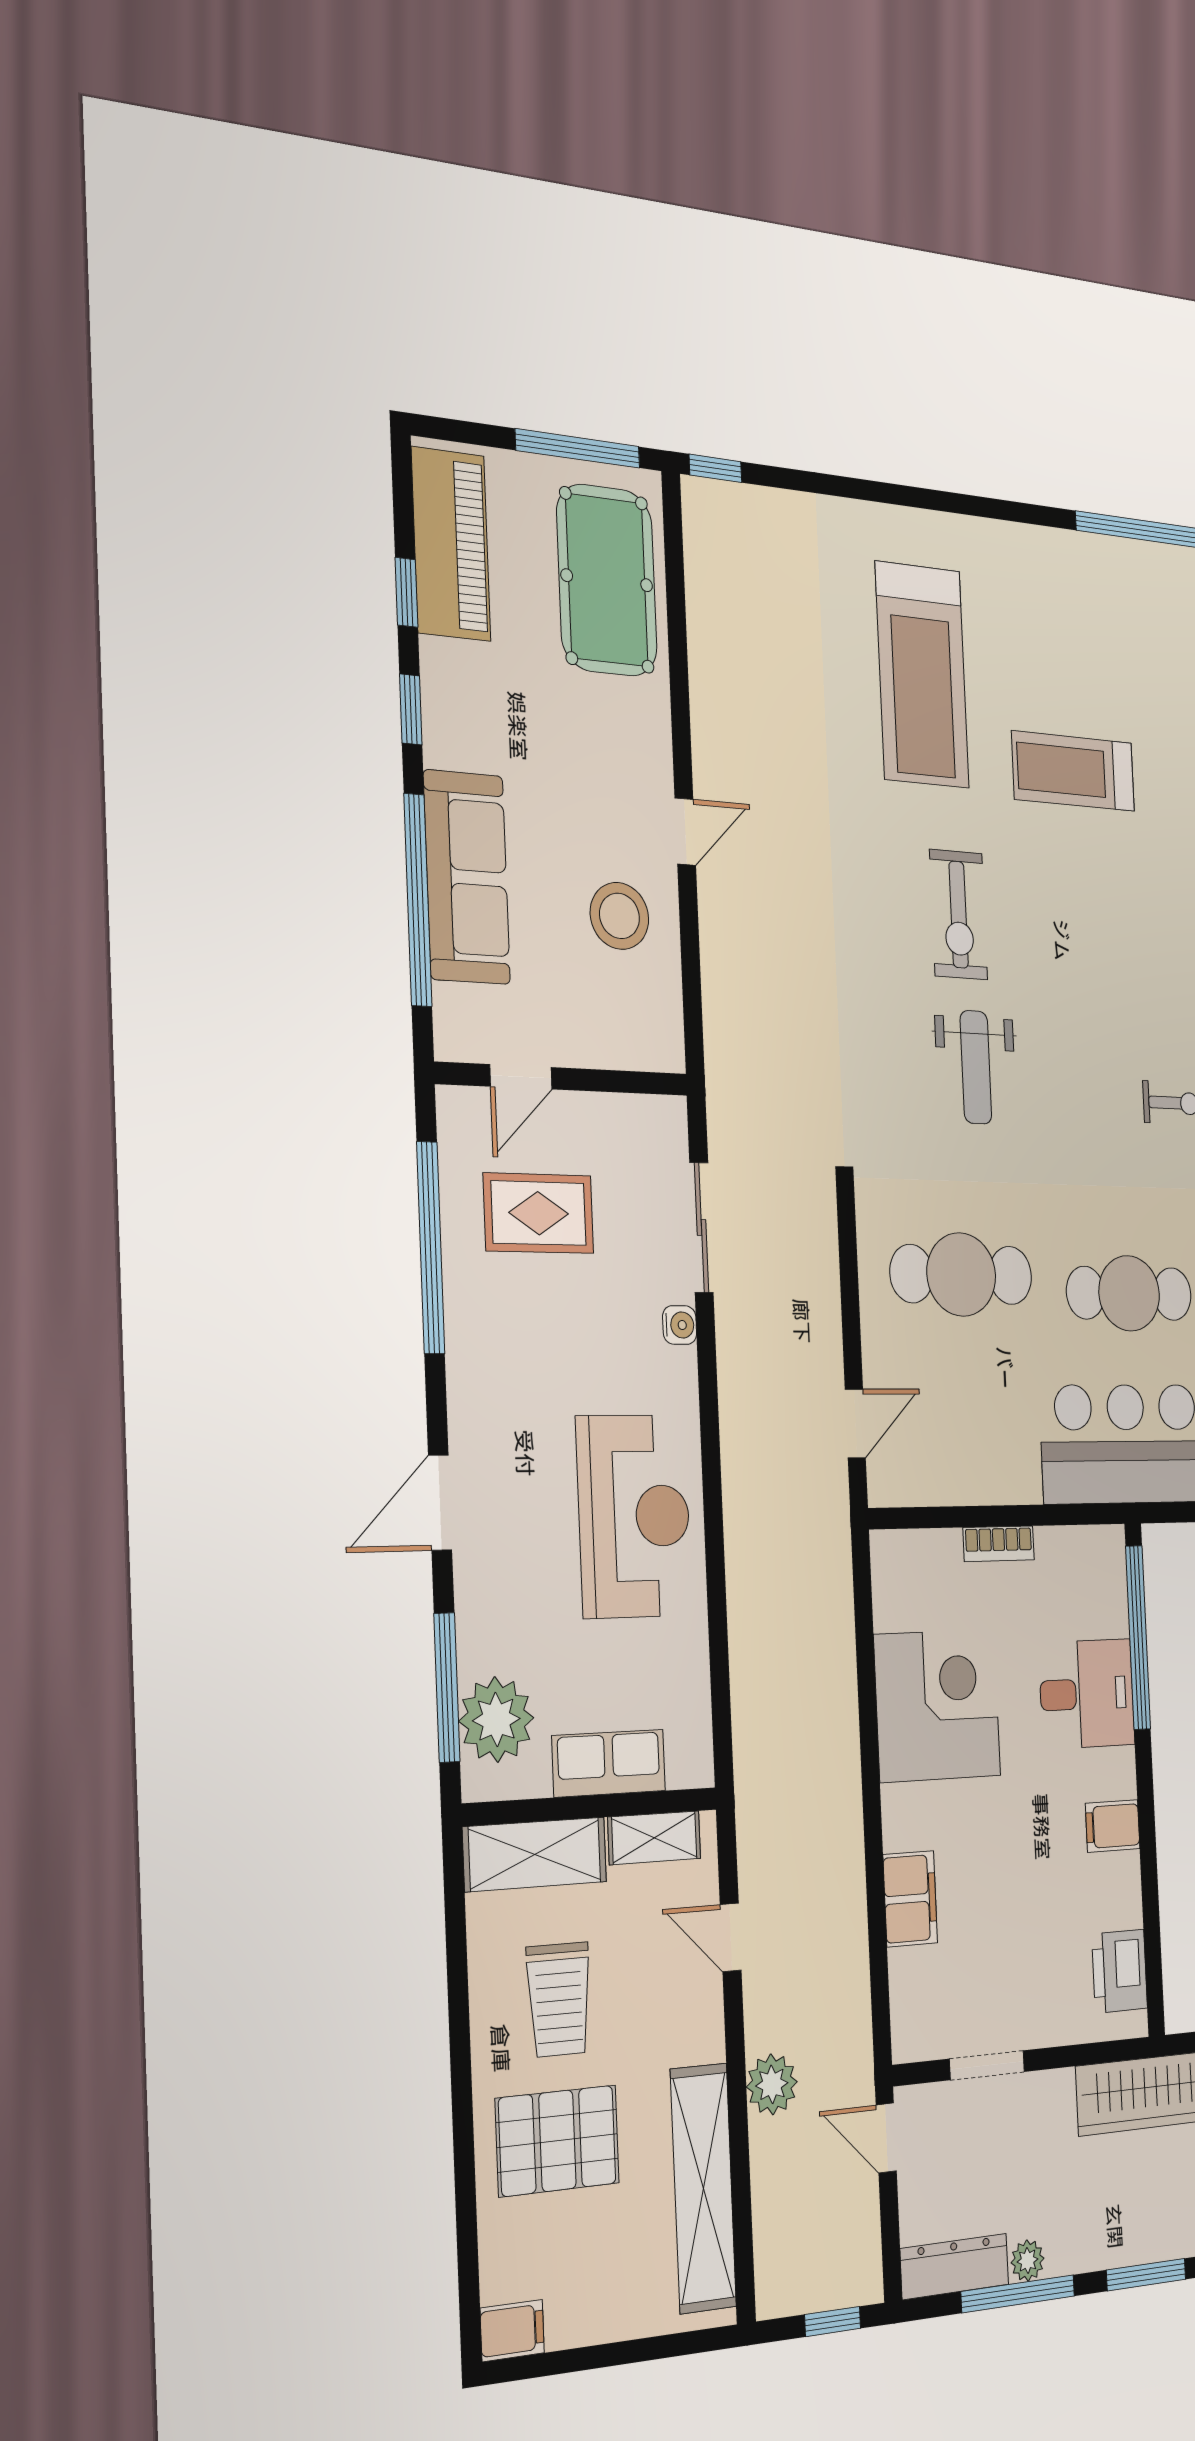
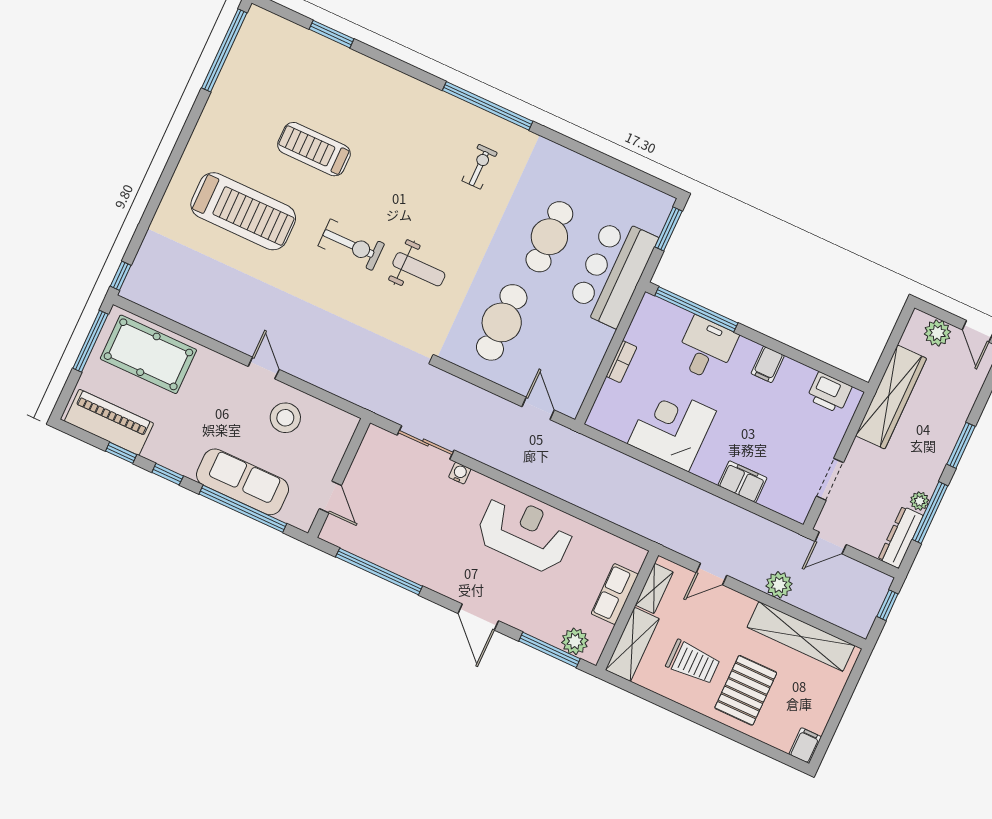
treadmill: (1073, 771) -> (314, 149), turned 90
rug: (539, 1213) -> (387, 516), removed
plant: (496, 1720) -> (575, 641), width x0.73, depth x0.73

